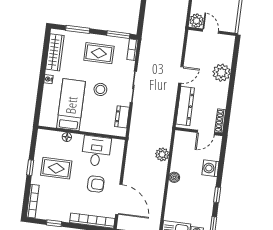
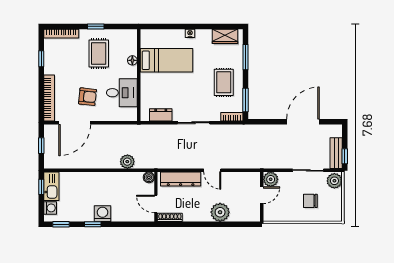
wardrobe: (55, 52) -> (225, 36), width x0.67
stool: (100, 89) -> (186, 89), removed
washing machine: (210, 168) -> (102, 214), moved
boiler: (174, 177) -> (149, 177), moved
armchair: (96, 184) -> (87, 97), turned -84

